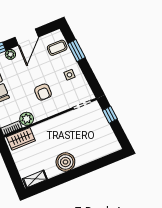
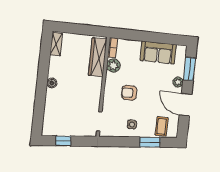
window: (110, 115) -> (63, 141), moved
wardrobe: (21, 139) -> (98, 57), width x1.50
boiler: (65, 162) -> (52, 83), width x0.54, depth x0.54

